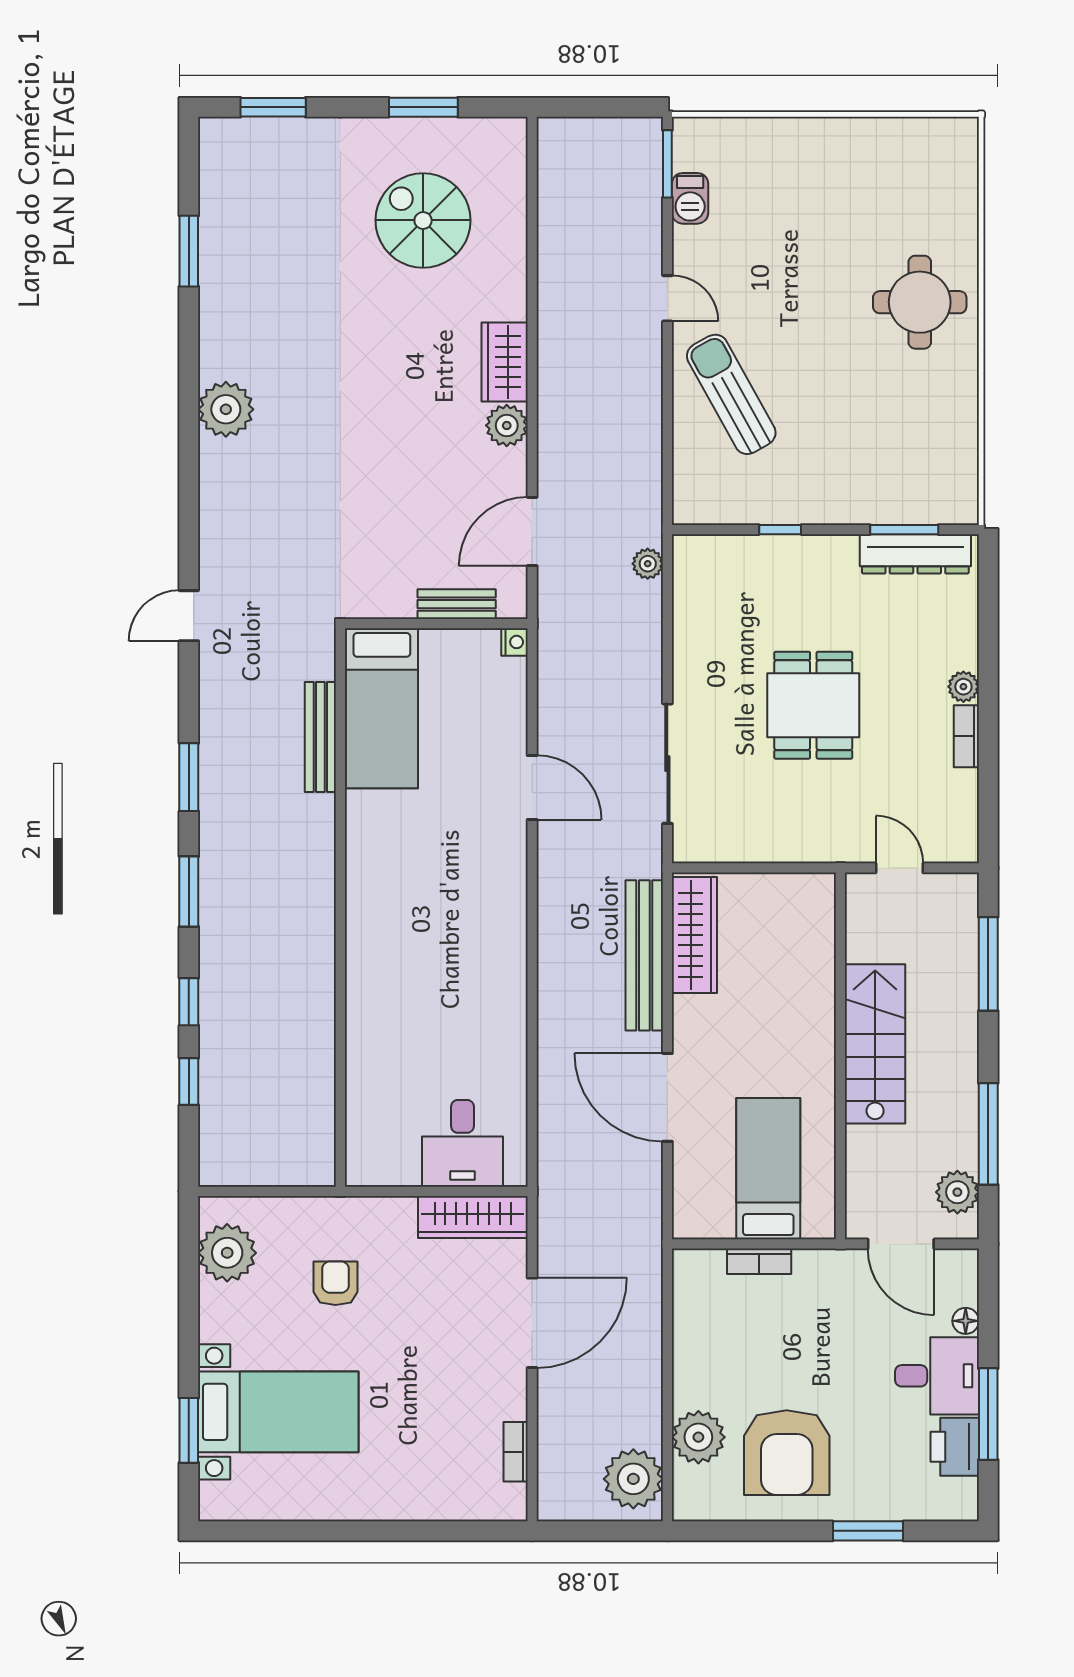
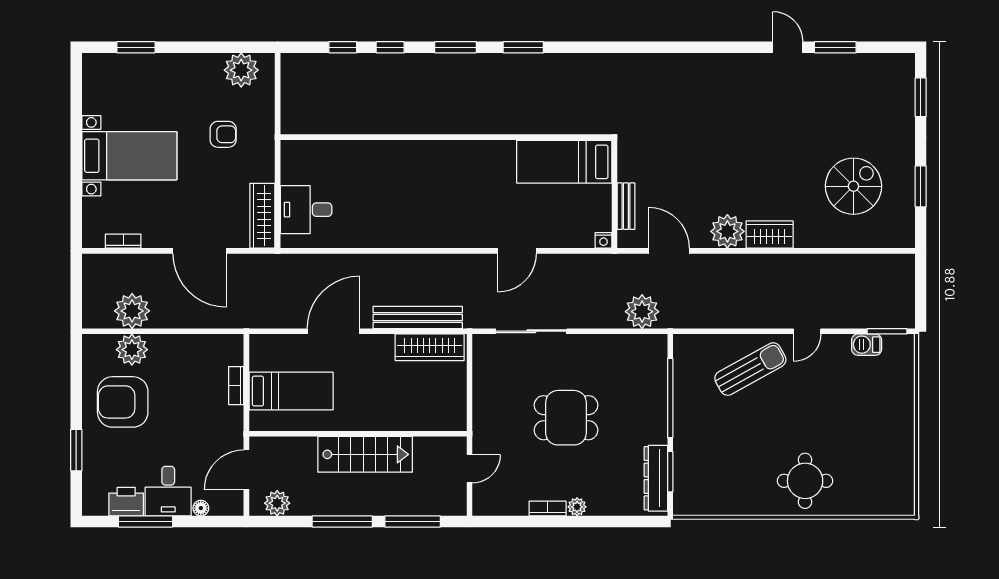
plant: (226, 409) -> (742, 69), removed
plant: (507, 425) -> (727, 231), width x1.36, depth x1.36
window: (780, 530) -> (670, 398), width x3.17
plant: (648, 564) -> (642, 312), width x1.88, depth x1.88
door: (189, 616) -> (788, 47), moved
bench: (320, 737) -> (547, 125), removed
window: (988, 1134) -> (342, 521), moved
bed with nightstands: (278, 1412) -> (129, 156), moved, turned -90
plant: (633, 1479) -> (132, 311), moved

